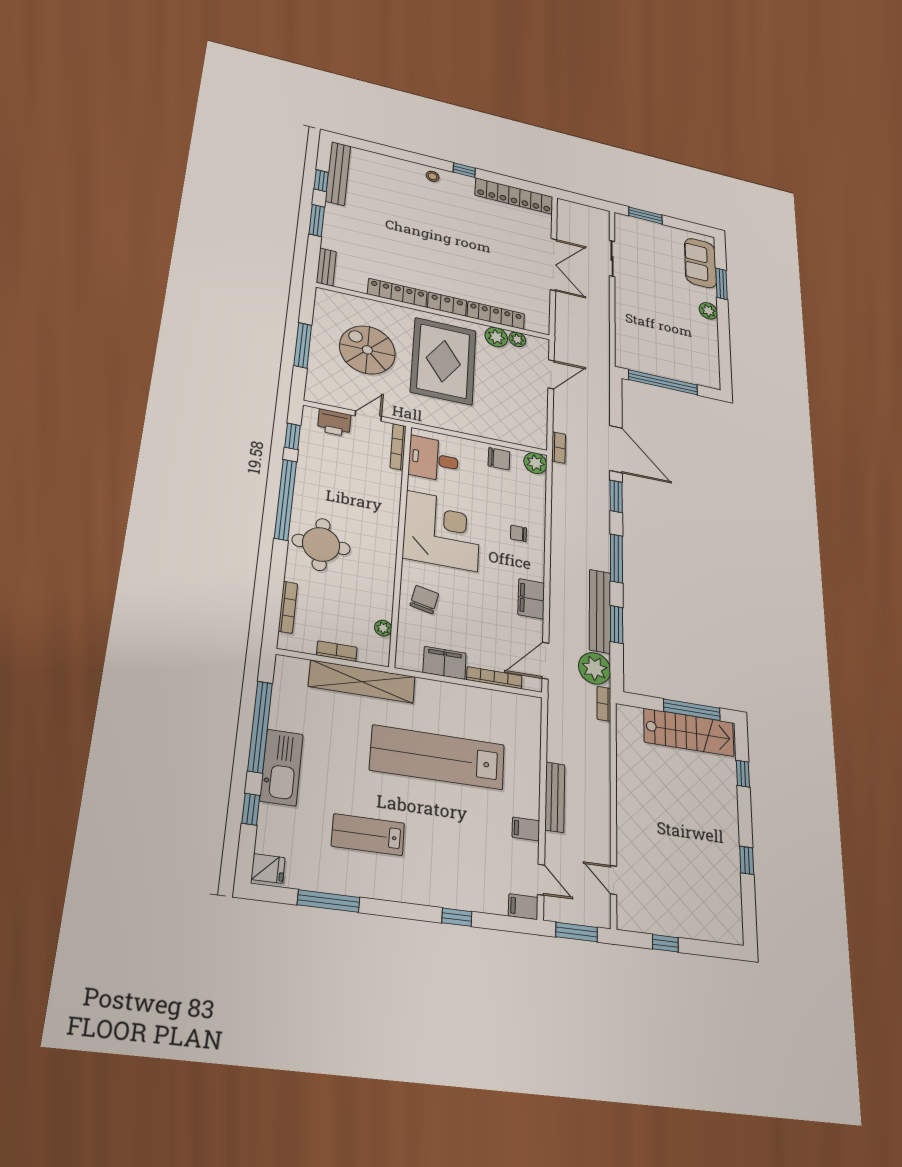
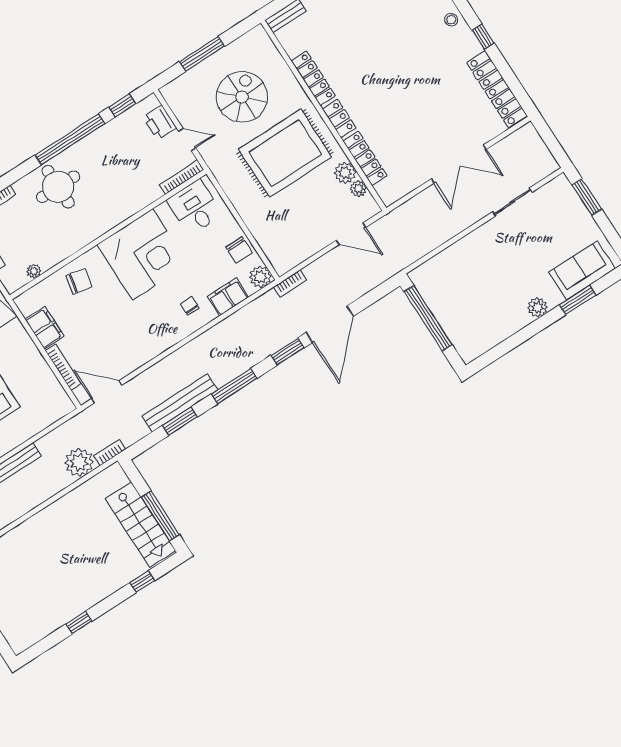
filing cabinet: (531, 599) -> (228, 297), moved
plant: (595, 668) -> (79, 462), moved

